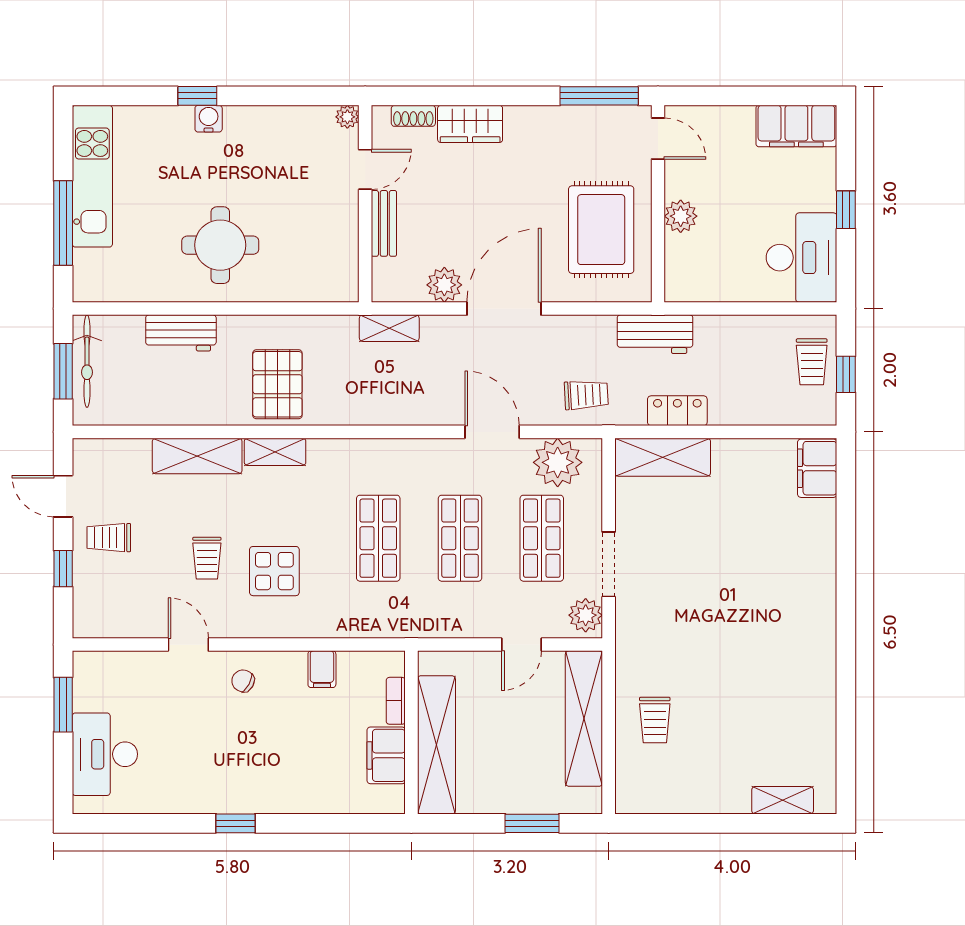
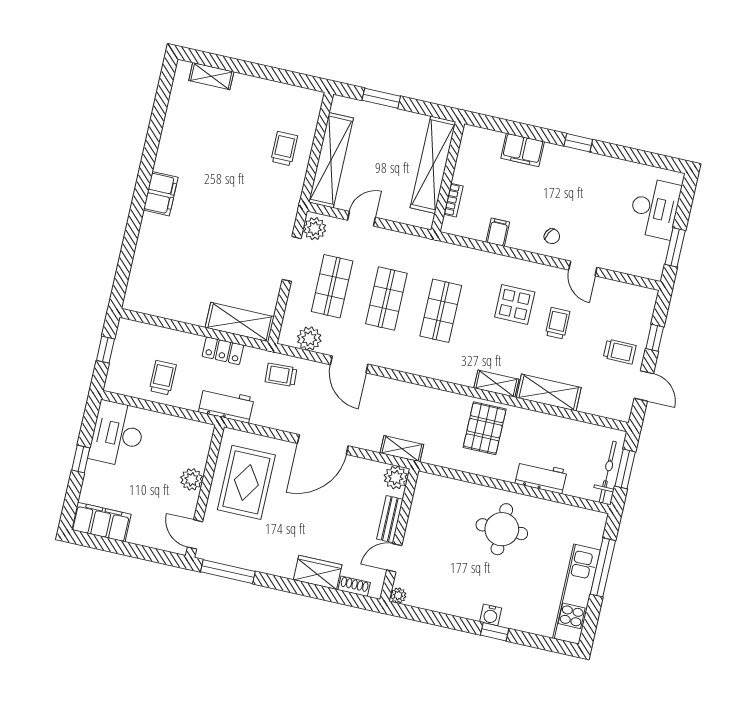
plant: (444, 285) -> (396, 478), moved
trolley: (812, 362) -> (163, 378), moved
plant: (558, 462) -> (309, 339), width x0.73, depth x0.73
filing cabinet: (817, 468) -> (161, 194), moved
filing cabinet: (386, 755) -> (523, 150), moved, turned 90

